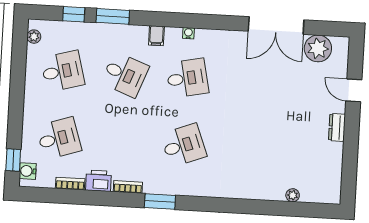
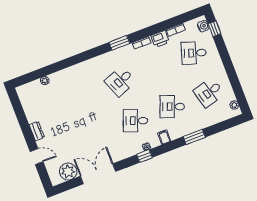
window: (74, 14) -> (144, 156), moved
desk: (187, 78) -> (136, 121), turned 33
desk: (59, 138) -> (194, 53), turned 36

